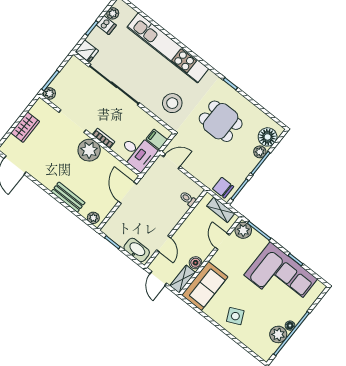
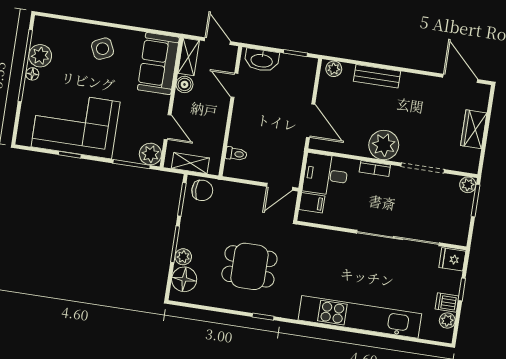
stool: (172, 103) -> (318, 255), removed

